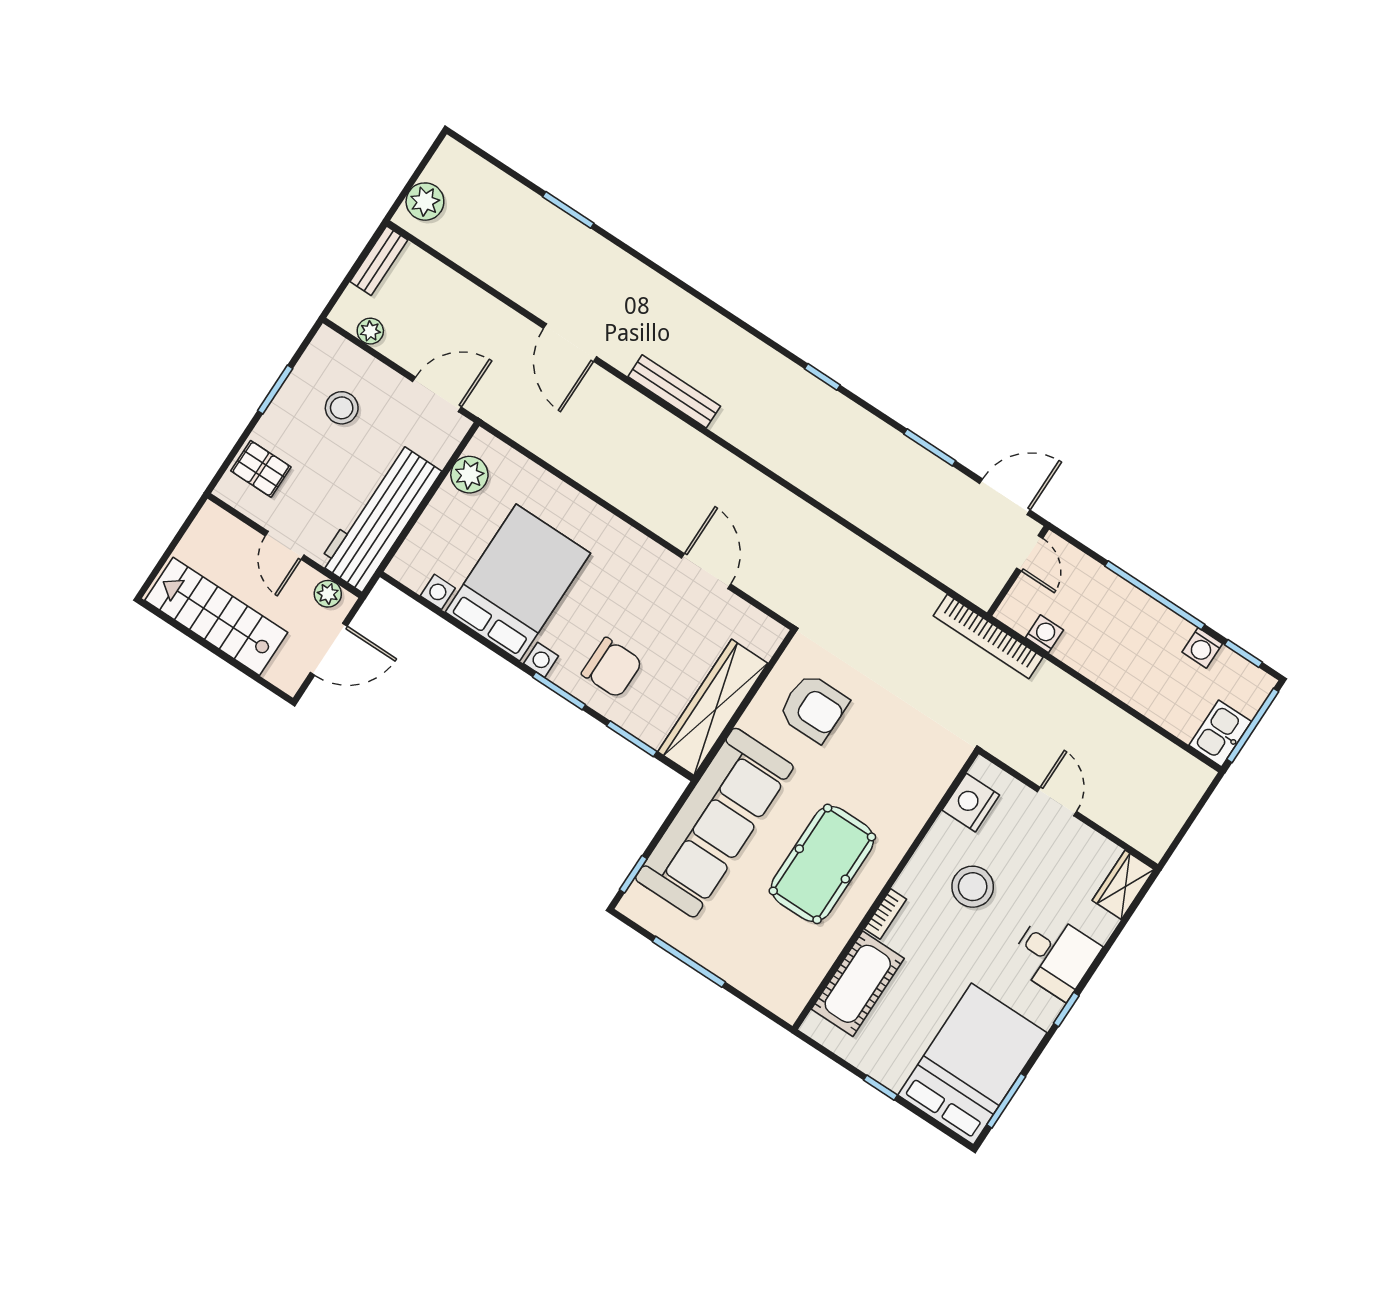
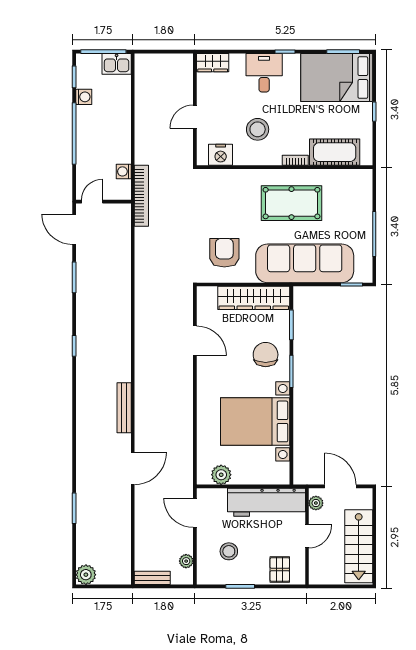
plant: (425, 202) -> (86, 575), moved
door: (706, 571) -> (195, 341), swing flipped

